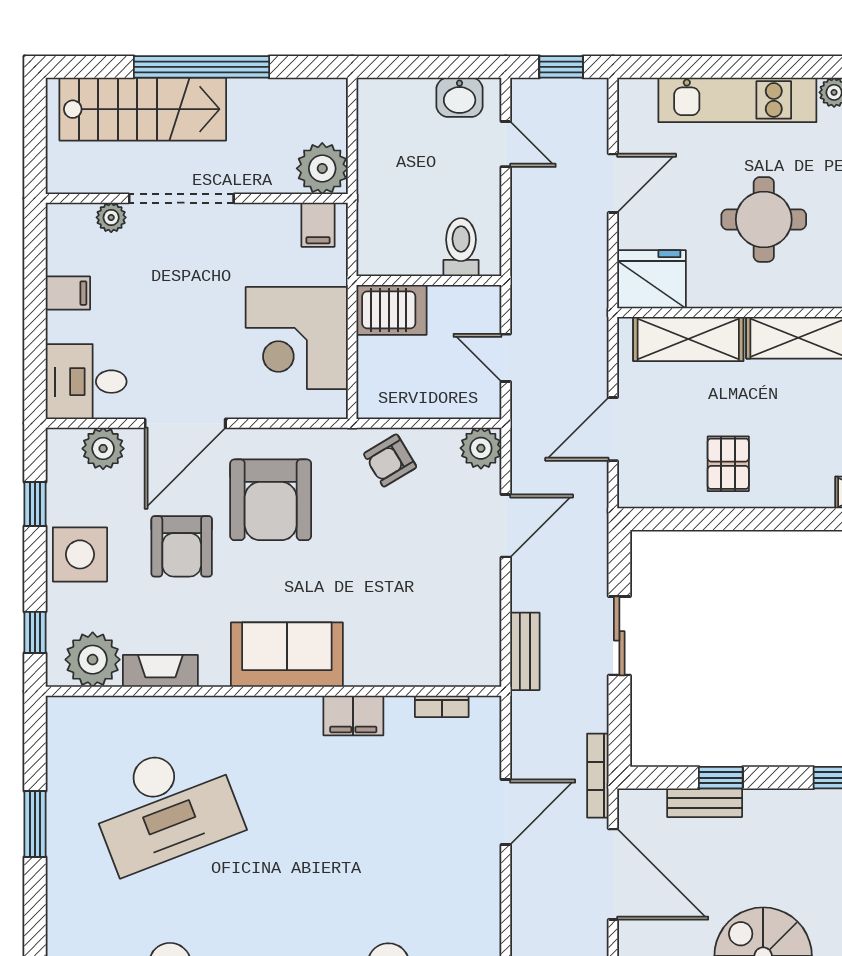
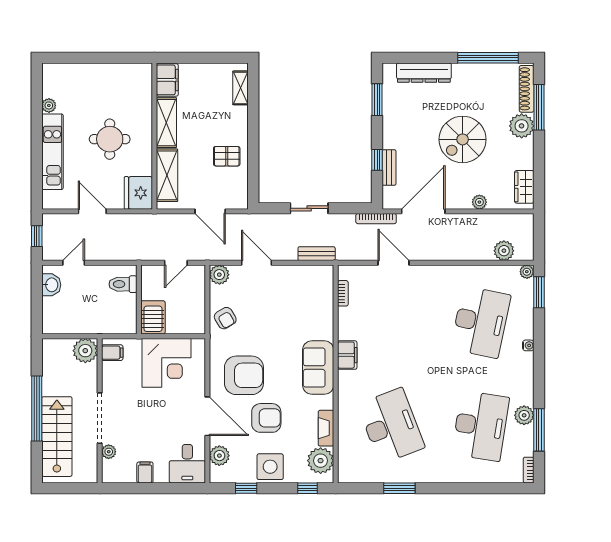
filing cabinet: (353, 715) -> (347, 355), moved

